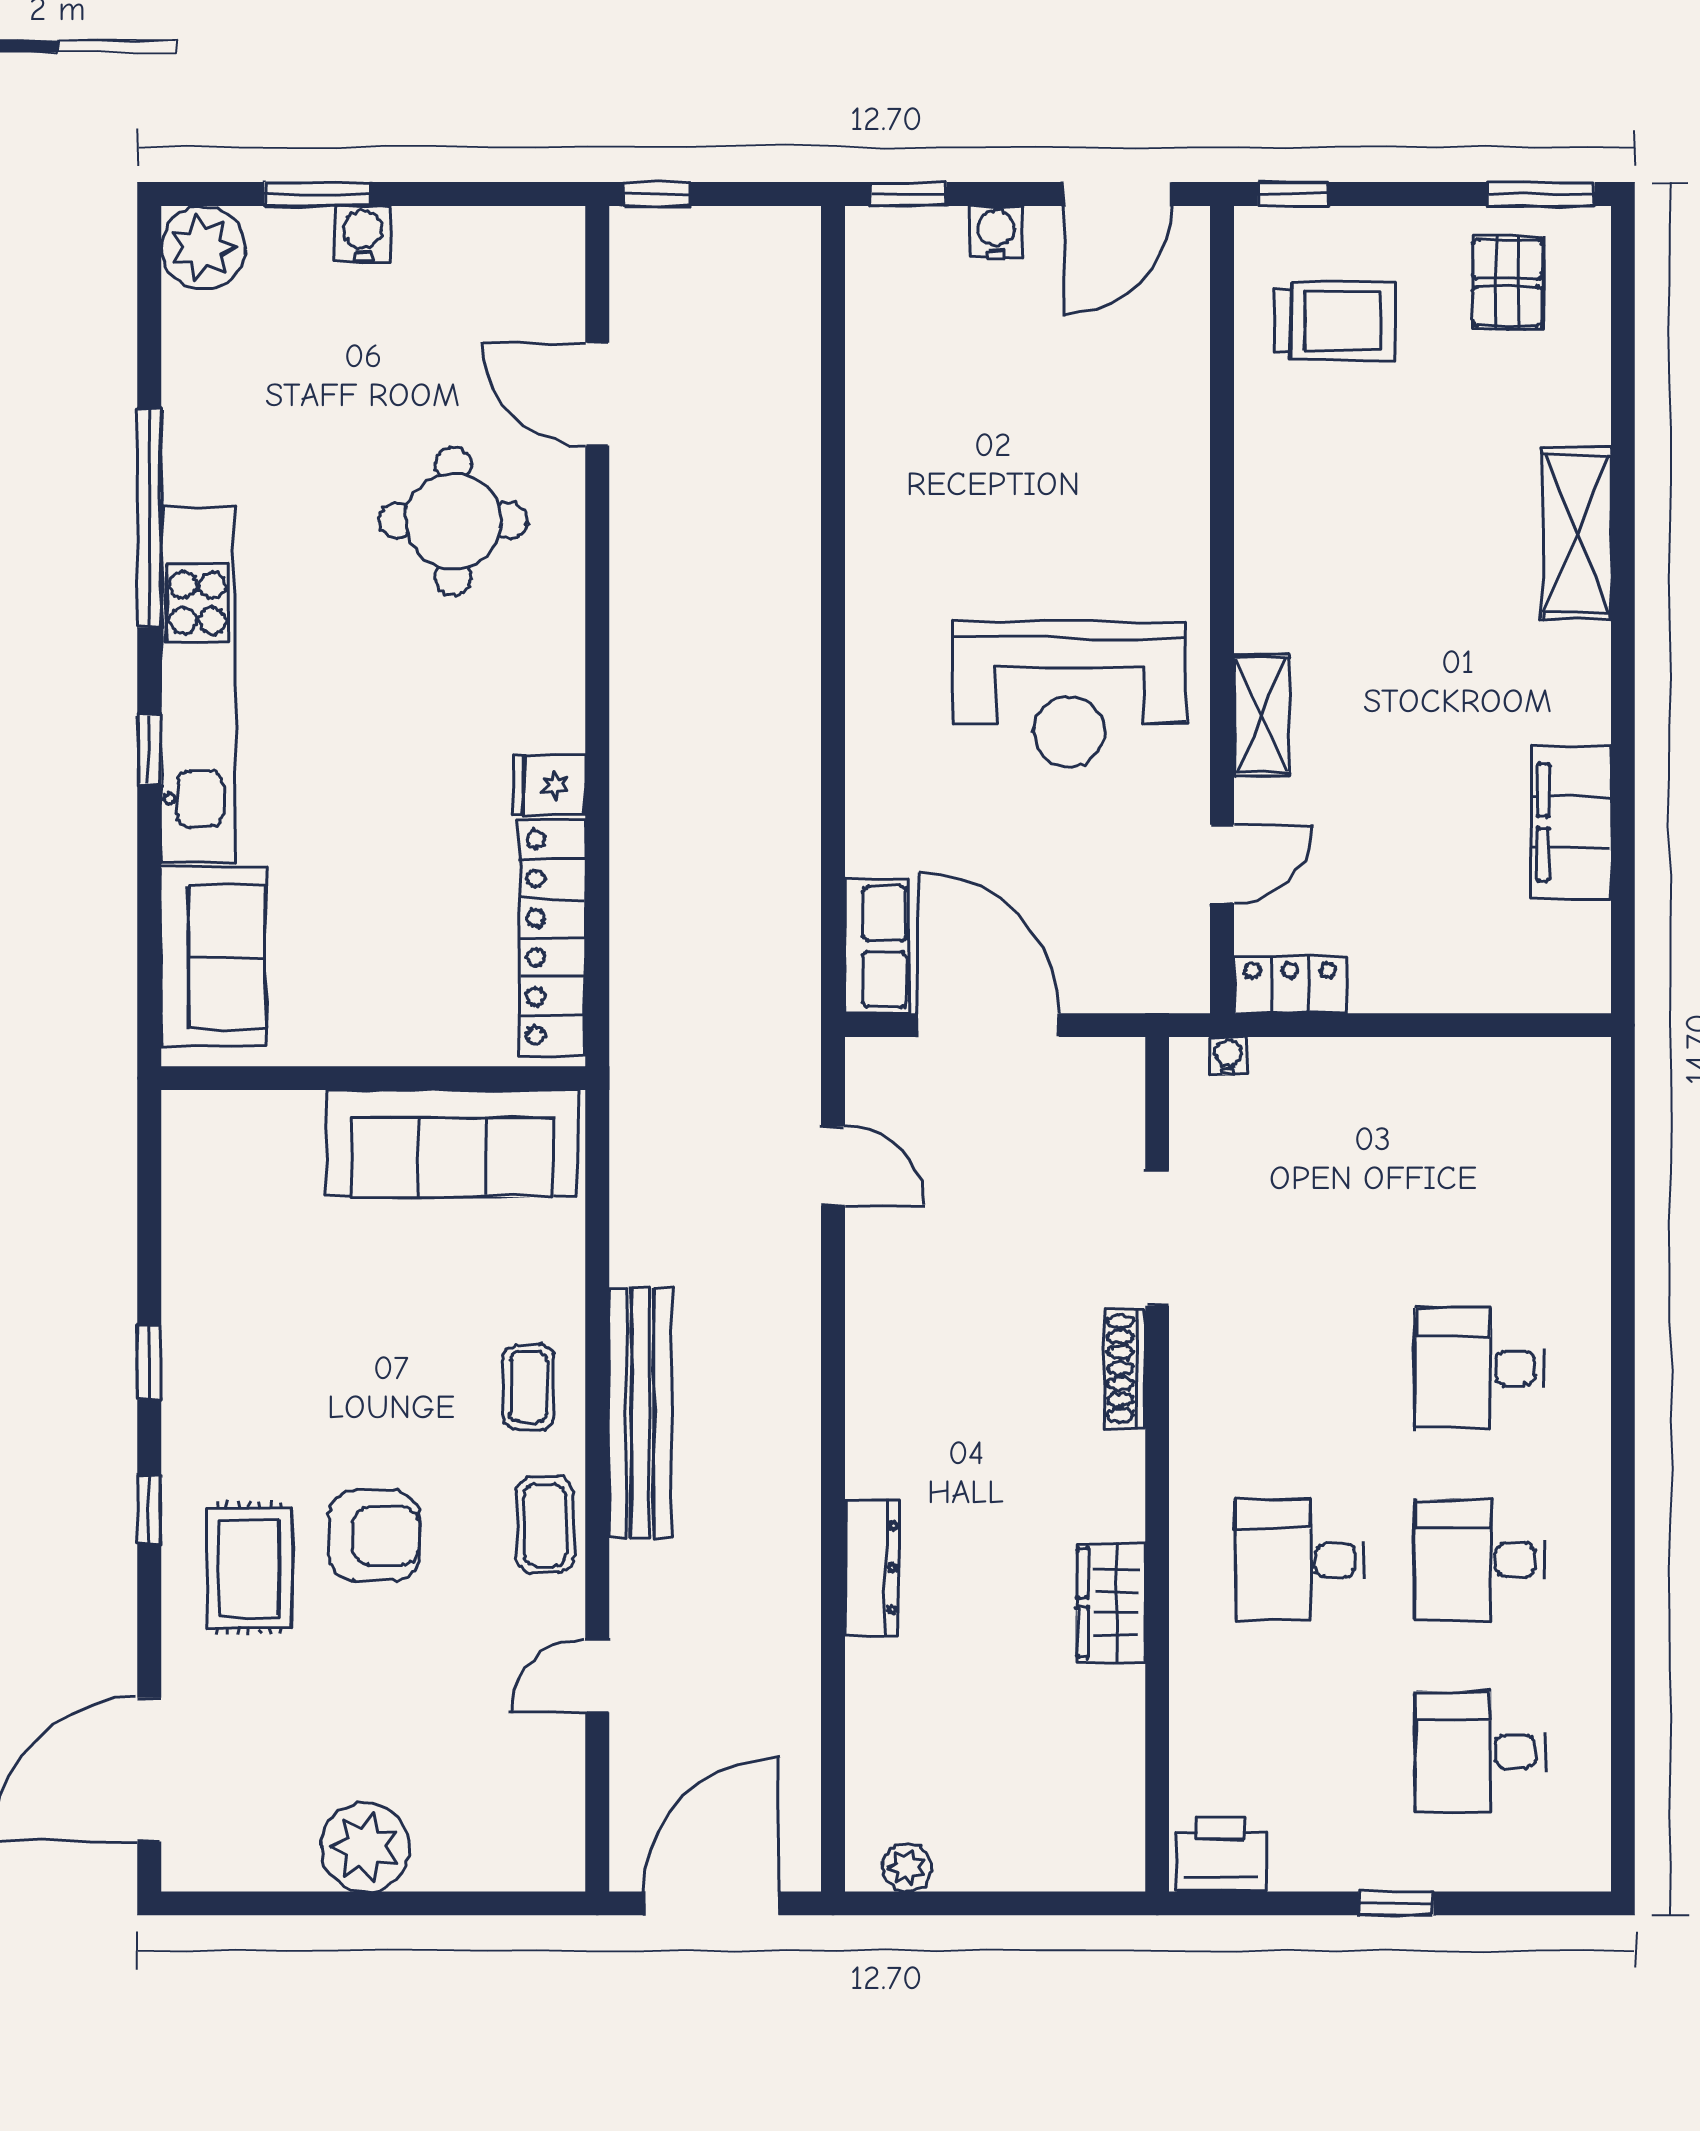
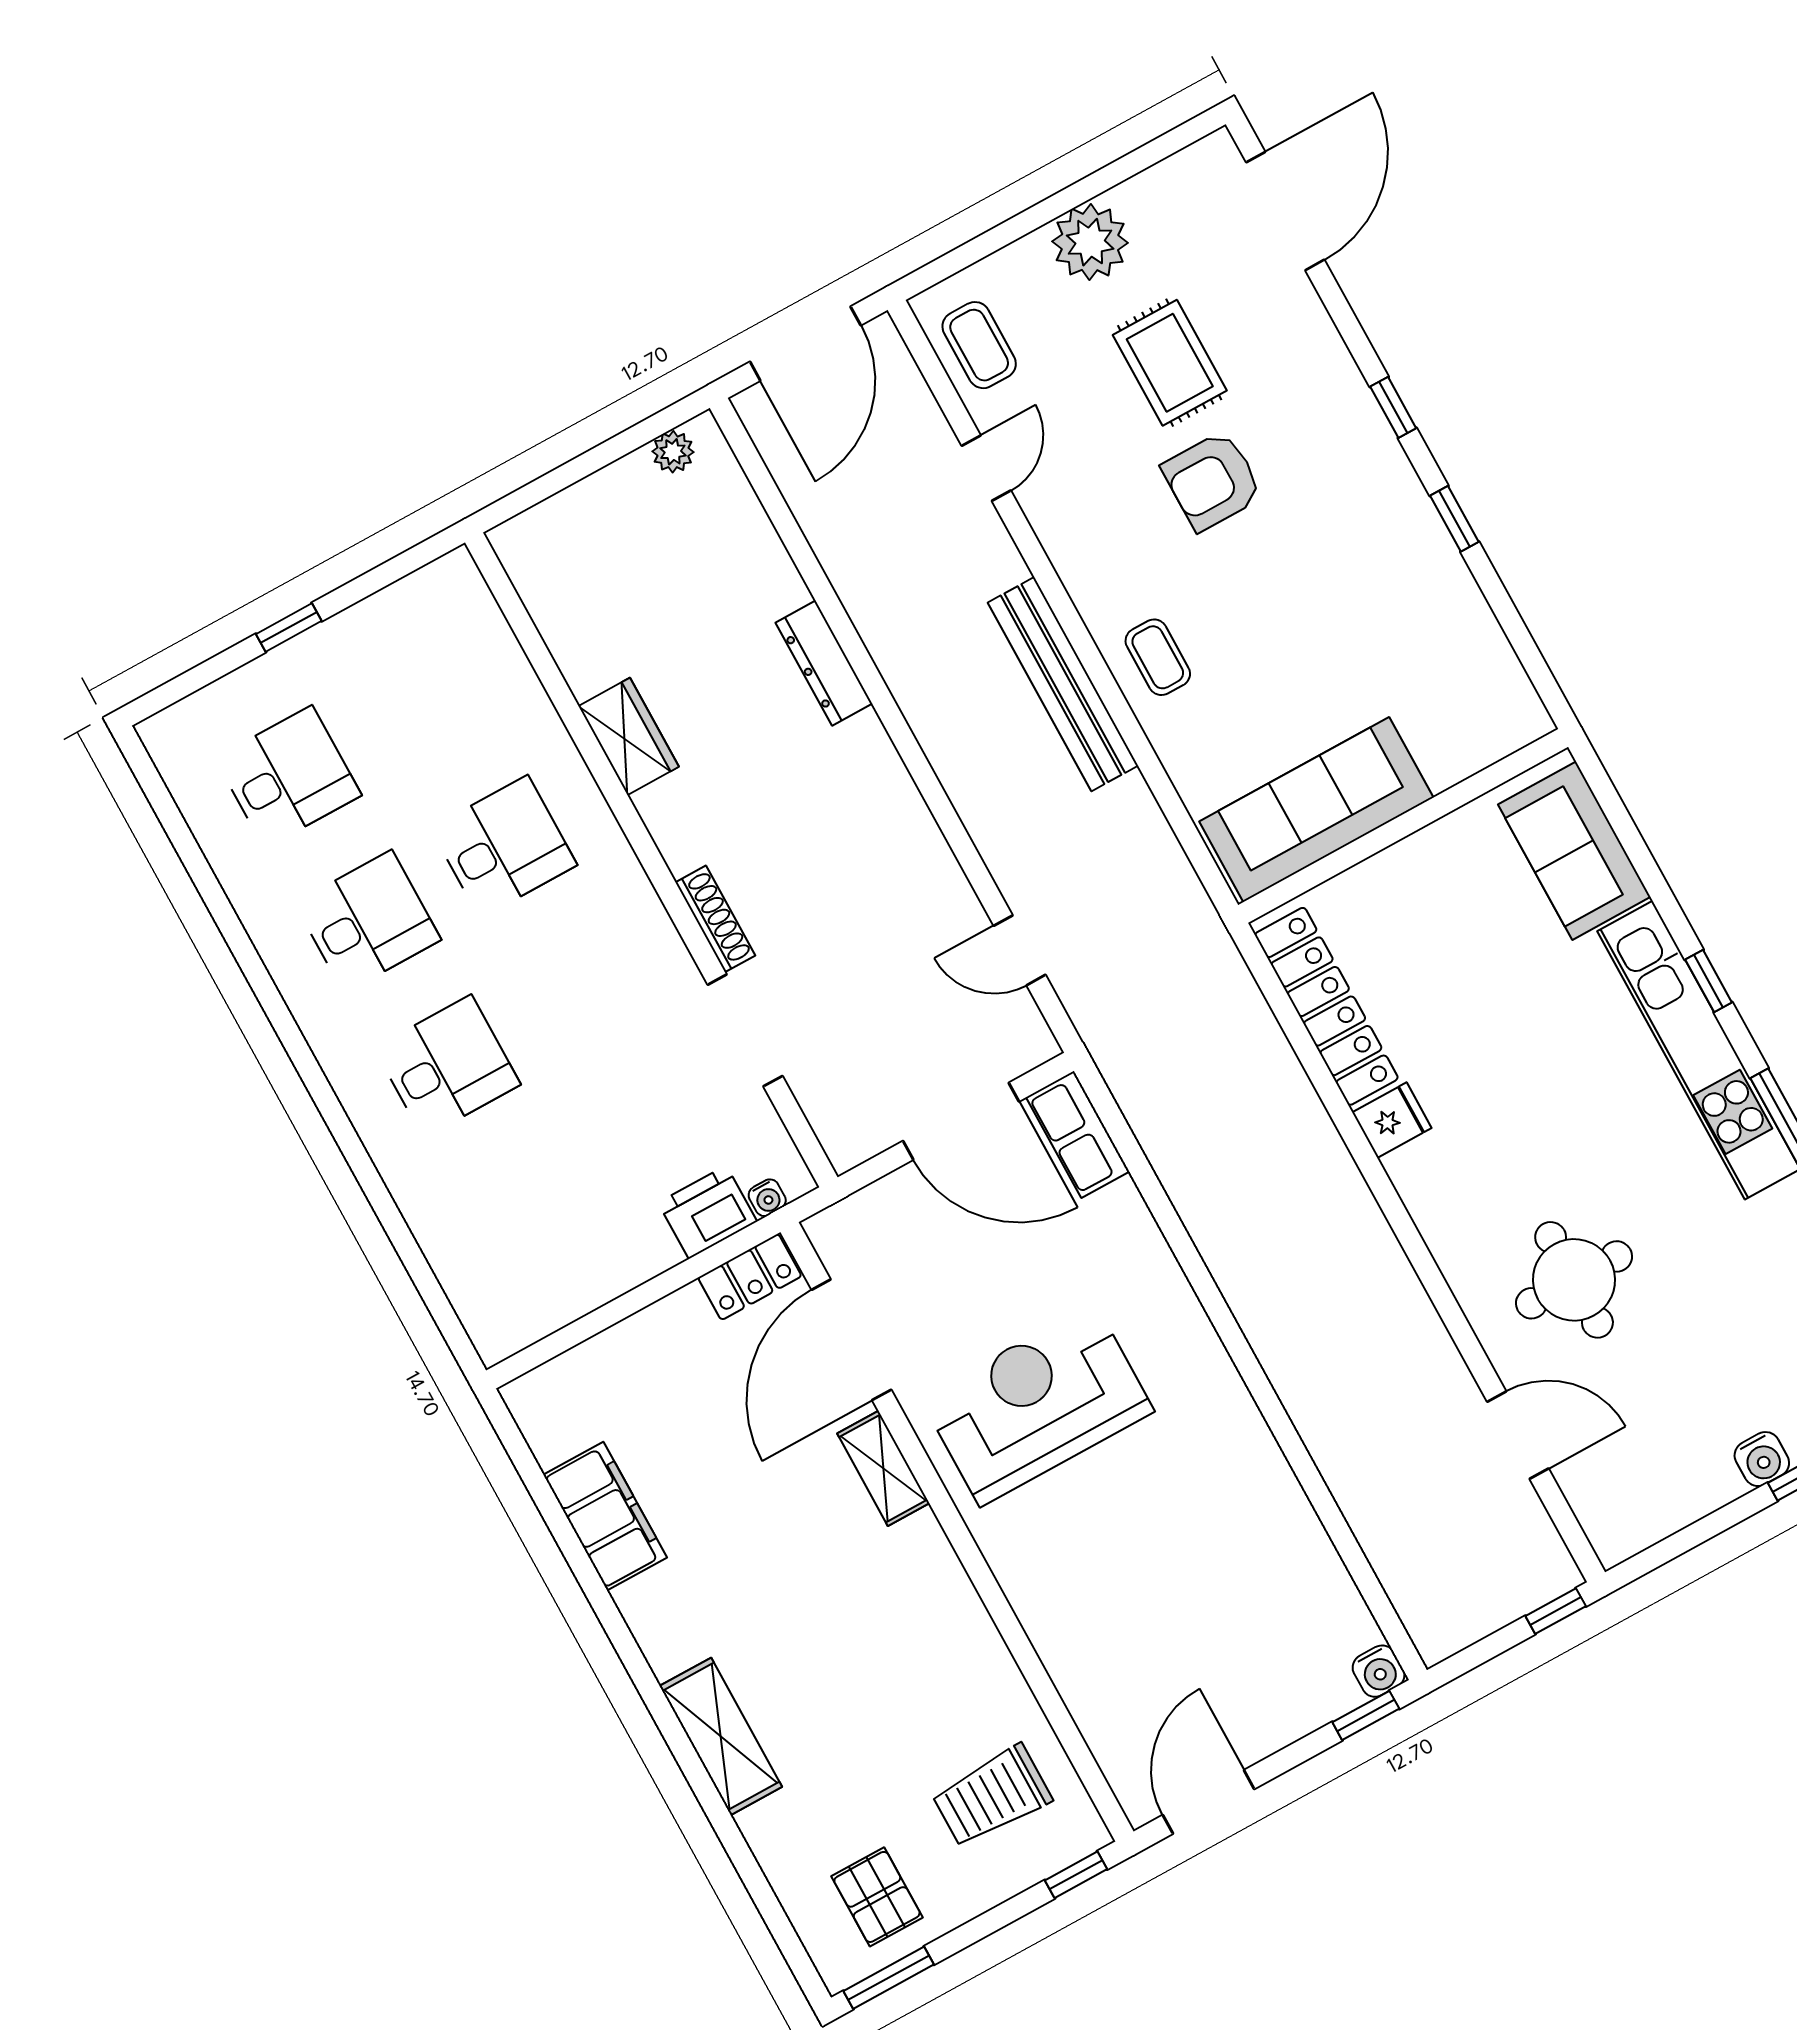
water cooler: (996, 232) -> (1379, 1671), moved
door: (1222, 864) -> (851, 1340), width x1.87
coffee table: (545, 1525) -> (979, 345), moved
rug: (249, 1568) -> (1170, 363), moved
printer: (1221, 1854) -> (708, 1212), moved, turned 180

